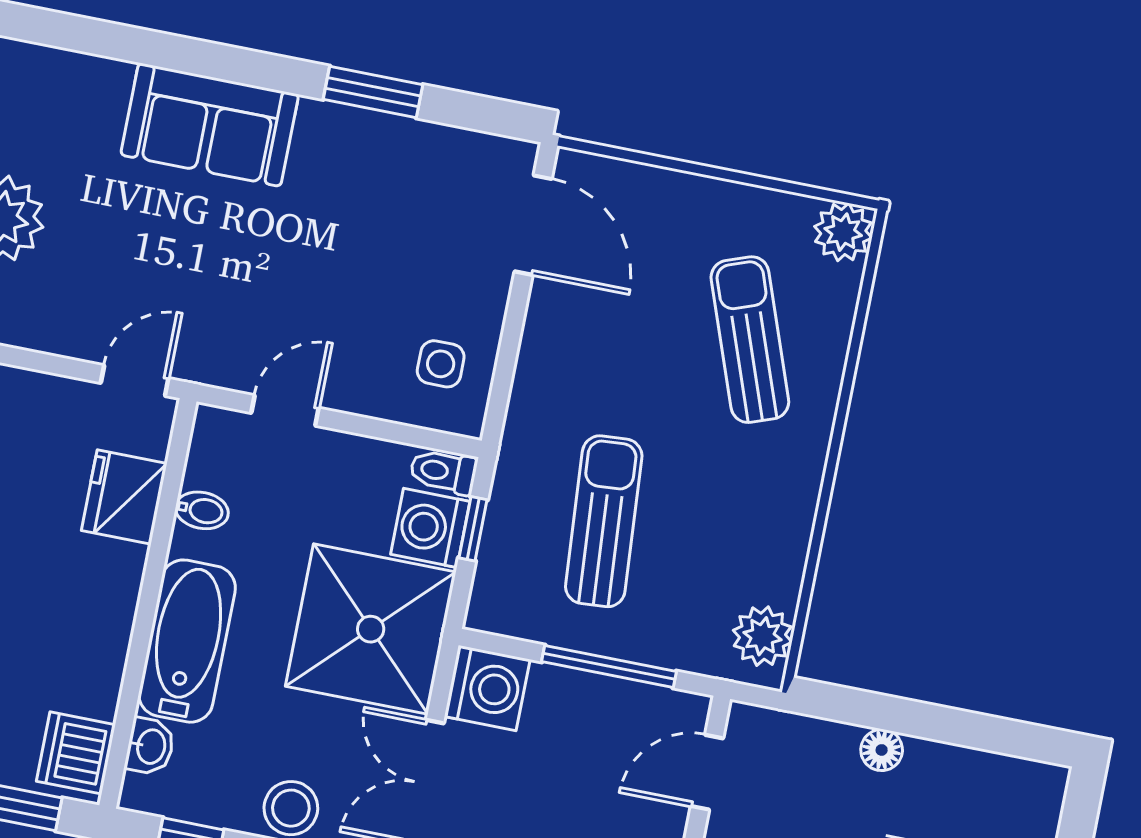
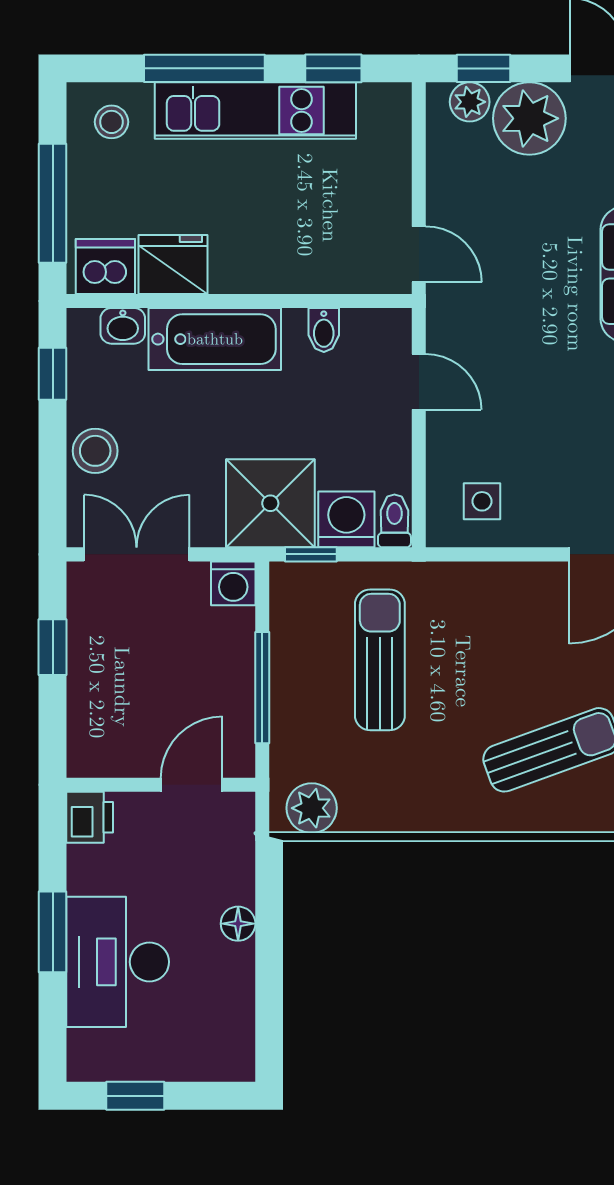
fridge: (124, 497) -> (173, 265), moved
sun lounger: (604, 521) -> (380, 660), turned -86
window: (473, 529) -> (311, 554), moved
shower: (371, 629) -> (270, 503), width x0.73, depth x0.73
washing machine: (487, 688) -> (233, 583), width x0.73, depth x0.73
door: (707, 772) -> (192, 785), hinge flipped

